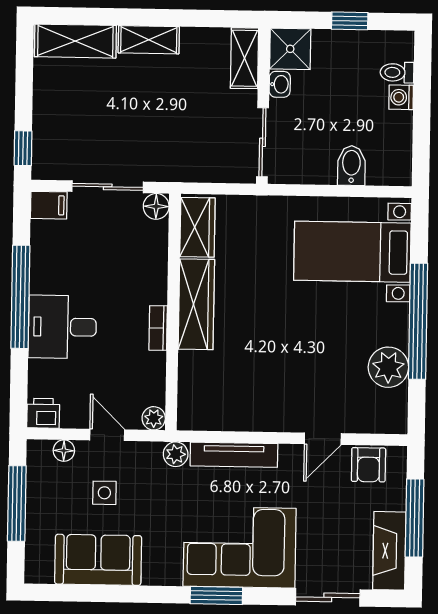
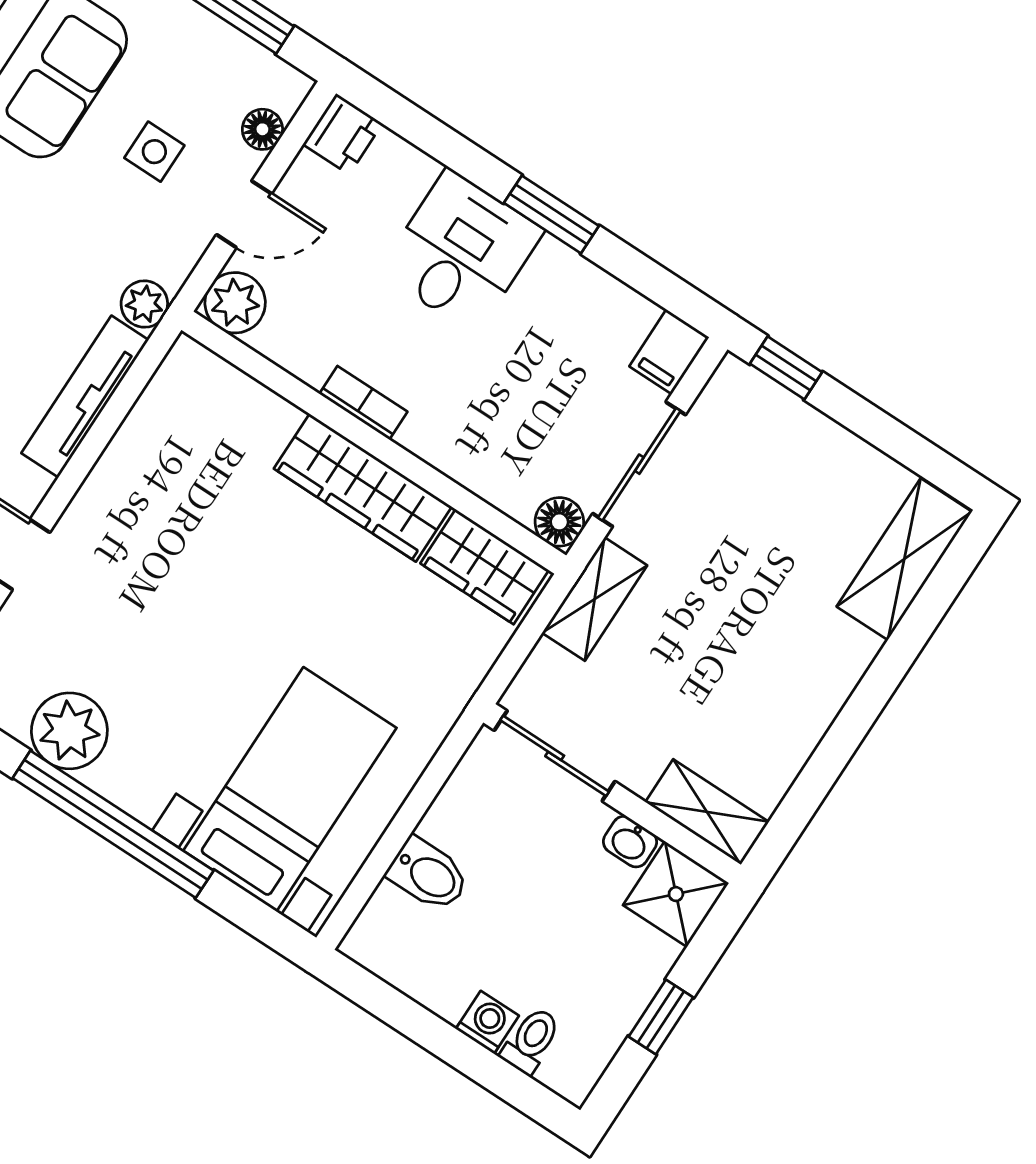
shelving: (149, 40) -> (595, 599), moved
window: (20, 297) -> (551, 214), width x0.47
plant: (154, 418) -> (235, 303), width x1.38, depth x1.38

